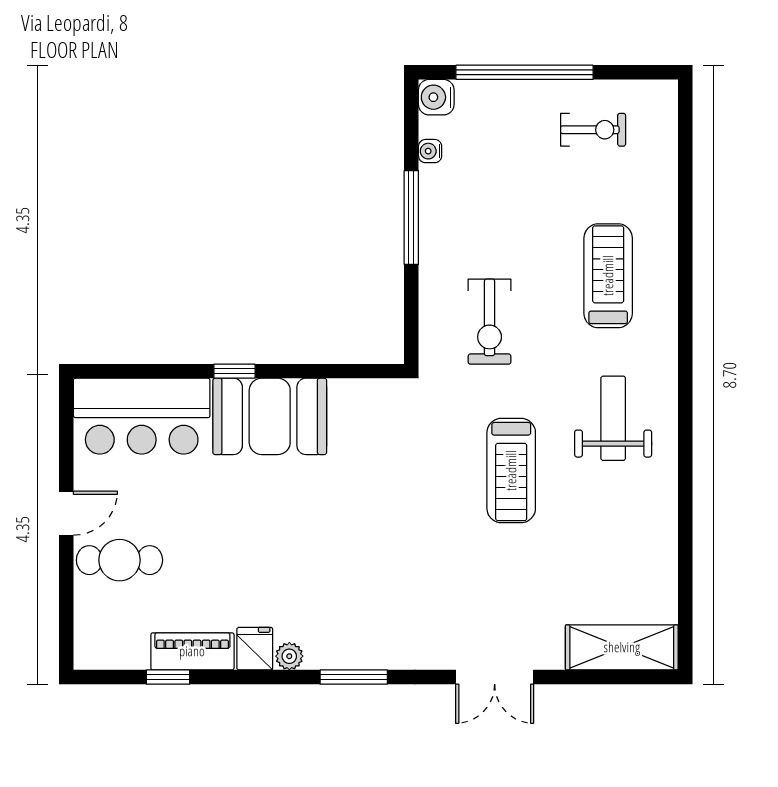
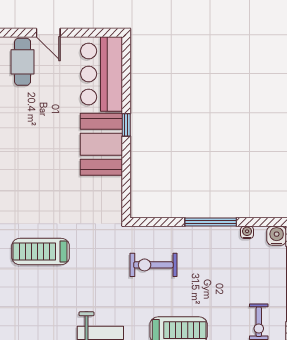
treadmill: (511, 471) -> (41, 252), moved

